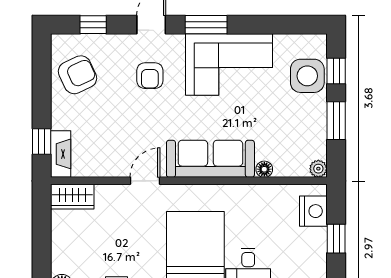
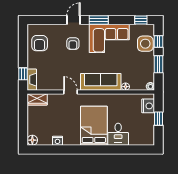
window: (93, 25) -> (141, 20), moved
armchair: (77, 75) -> (40, 43), turned 115
door: (145, 181) -> (71, 92), hinge flipped

